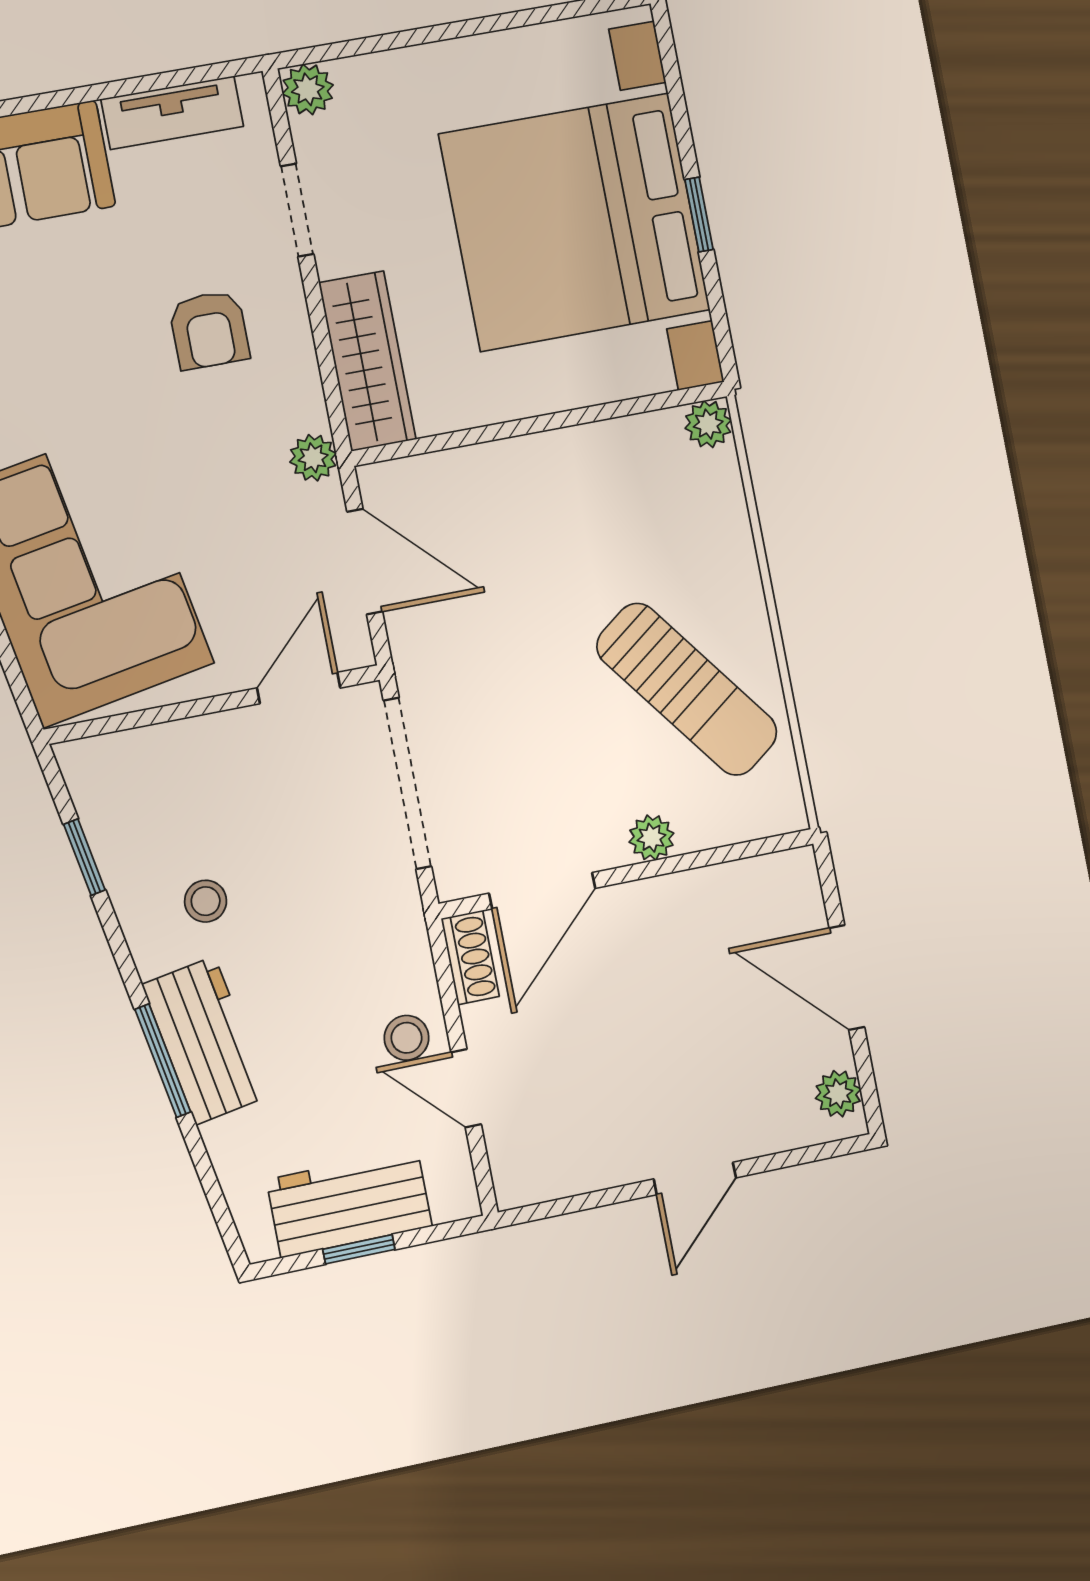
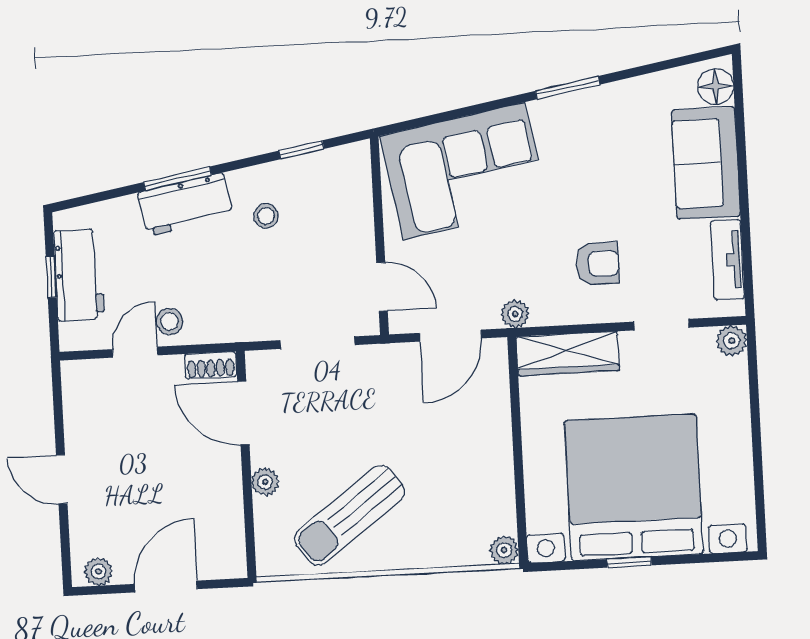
armchair: (209, 330) -> (598, 264), turned 180
doorway: (407, 783) -> (317, 343), width x0.73

